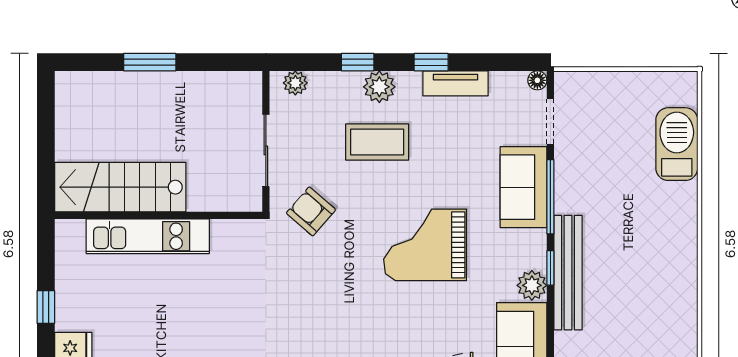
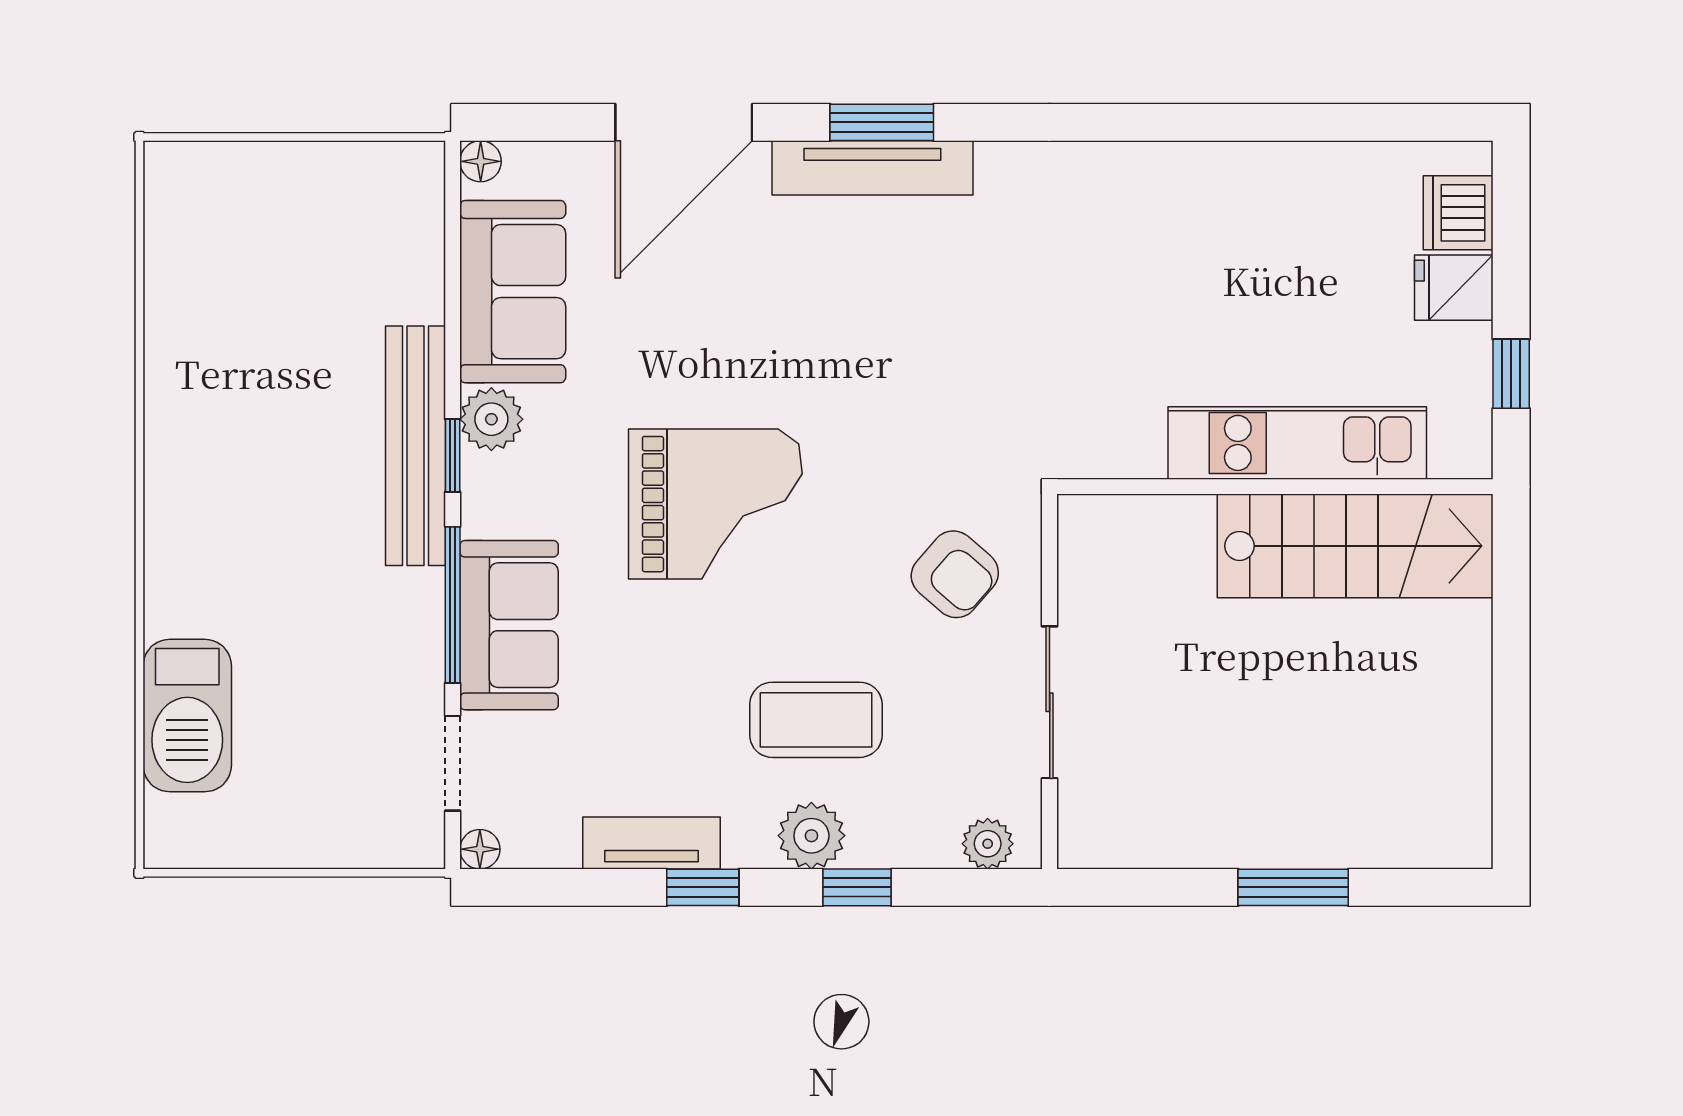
stairs: (120, 187) -> (1355, 546), moved
wall: (158, 215) -> (1275, 487), moved
kitchen unit: (148, 236) -> (1297, 443), moved

